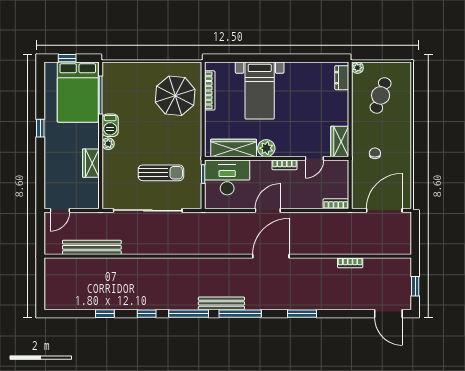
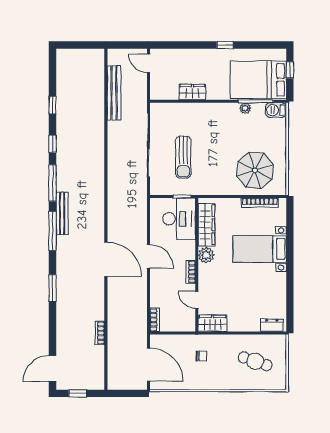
plant: (357, 68) -> (281, 340), removed
barbecue: (110, 125) -> (276, 110), moved
plant: (108, 144) -> (245, 108), moved

